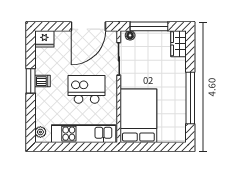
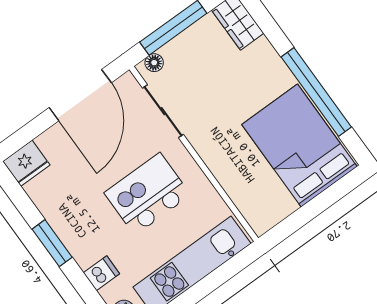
dishwasher: (42, 81) -> (101, 273), moved
bed: (138, 116) -> (299, 146), moved

